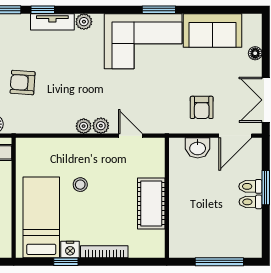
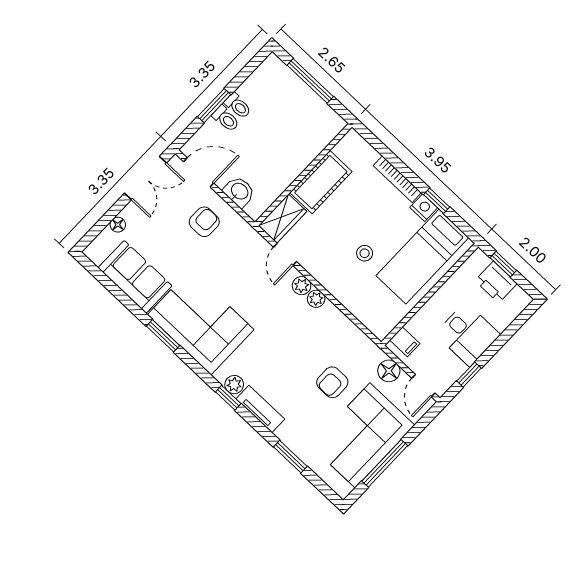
window: (43, 10) -> (228, 398), moved
armchair: (23, 83) -> (332, 382), turned 86
wardrobe: (154, 157) -> (282, 219), added

